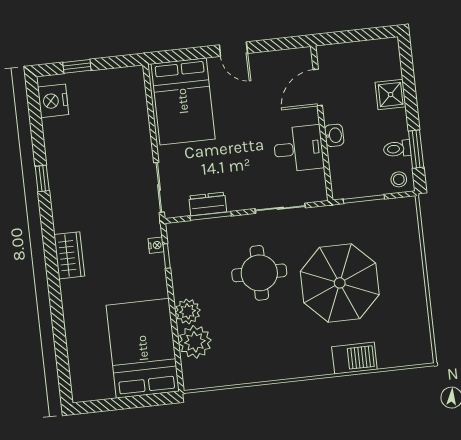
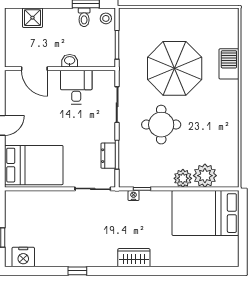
shower: (391, 95) -> (32, 18), moved

